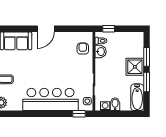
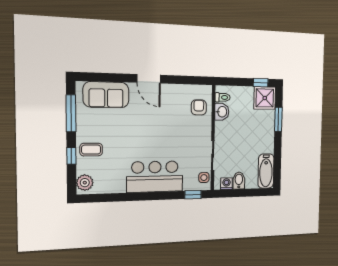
door: (46, 29) -> (149, 79), hinge flipped
window: (109, 29) -> (261, 83), moved
shower: (135, 67) -> (265, 98), moved
window: (147, 82) -> (278, 152), removed
bar counter: (50, 99) -> (155, 177), width x0.73

